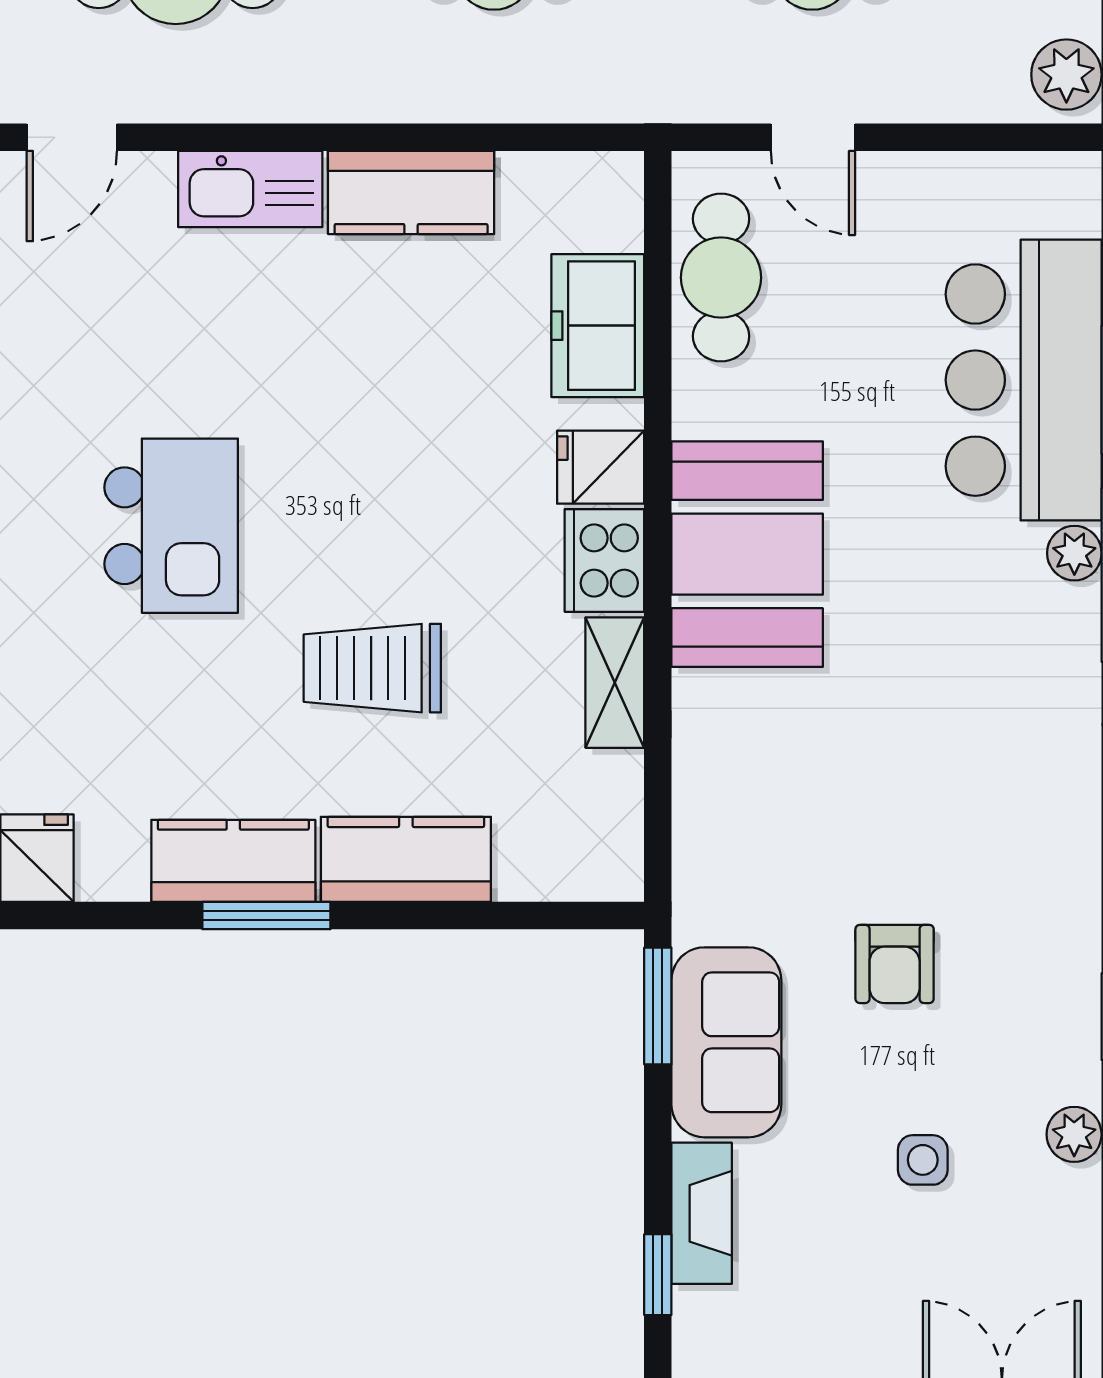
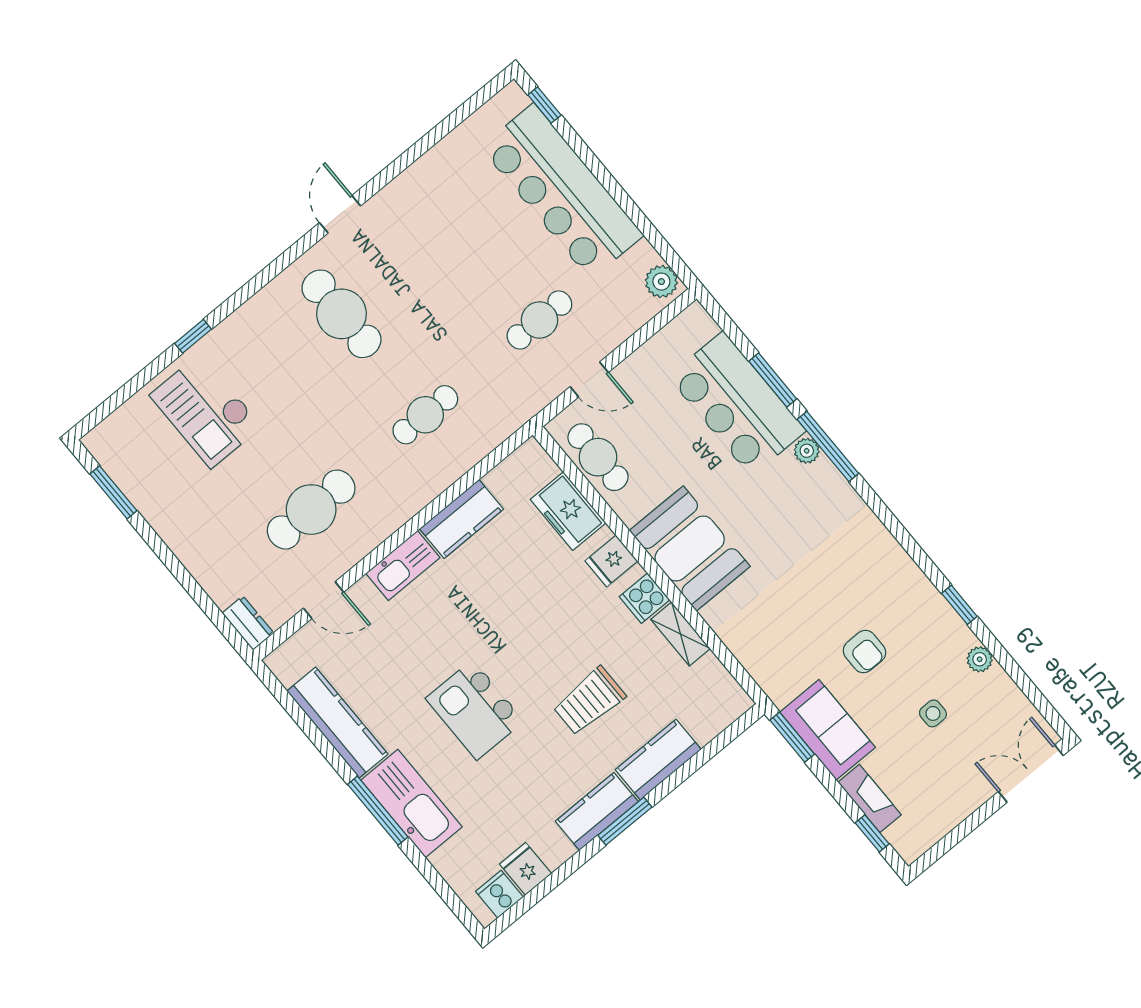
door: (72, 137) -> (324, 600), hinge flipped
kitchen island: (171, 526) -> (475, 710), turned 180
cooker: (604, 560) -> (645, 598), width x0.73

